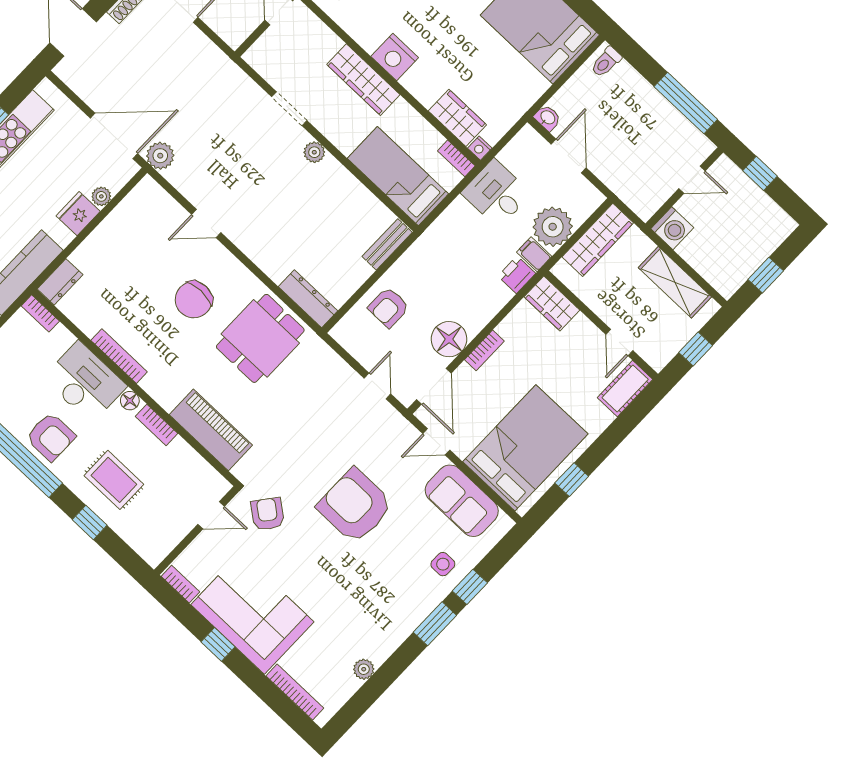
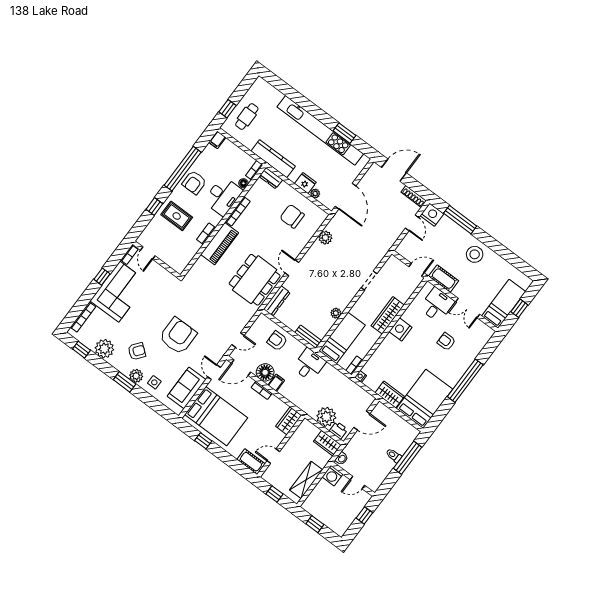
toilet: (606, 62) -> (394, 455), moved
window: (686, 103) -> (408, 458), moved
wardrobe: (457, 118) -> (390, 394), moved, turned -90
washbasin: (547, 118) -> (342, 458), moved
plant: (314, 152) -> (336, 313), moved
plant: (160, 156) -> (325, 238), moved
door: (692, 180) -> (357, 482), hinge flipped
desk: (496, 193) -> (309, 365), moved
door: (206, 224) -> (292, 268), moved
wardrobe: (598, 240) -> (327, 443), width x0.67
filing cabinet: (534, 254) -> (276, 383), moved
printer: (517, 275) -> (338, 430), moved
chair: (194, 300) -> (292, 216), moved
dining table: (260, 338) -> (255, 280), width x1.37
floor lamp: (130, 401) -> (243, 183), moved
piano: (211, 430) -> (220, 244), moved
rug: (114, 480) -> (177, 216), turned 90
armchair: (268, 514) -> (137, 351), moved
door: (211, 515) -> (148, 253), moved
window: (470, 587) -> (81, 350), moved
plant: (426, 599) -> (136, 376), added
plant: (364, 669) -> (104, 349), width x1.88, depth x1.88

